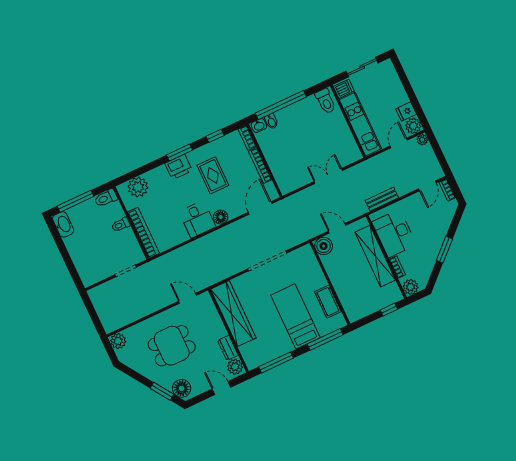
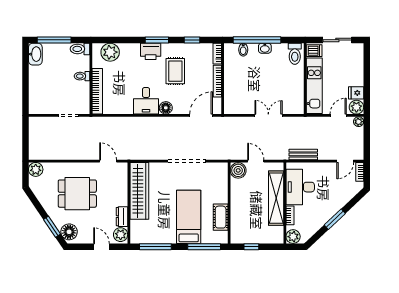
washbasin: (259, 126) -> (265, 48), moved
window: (389, 310) -> (251, 247), moved

